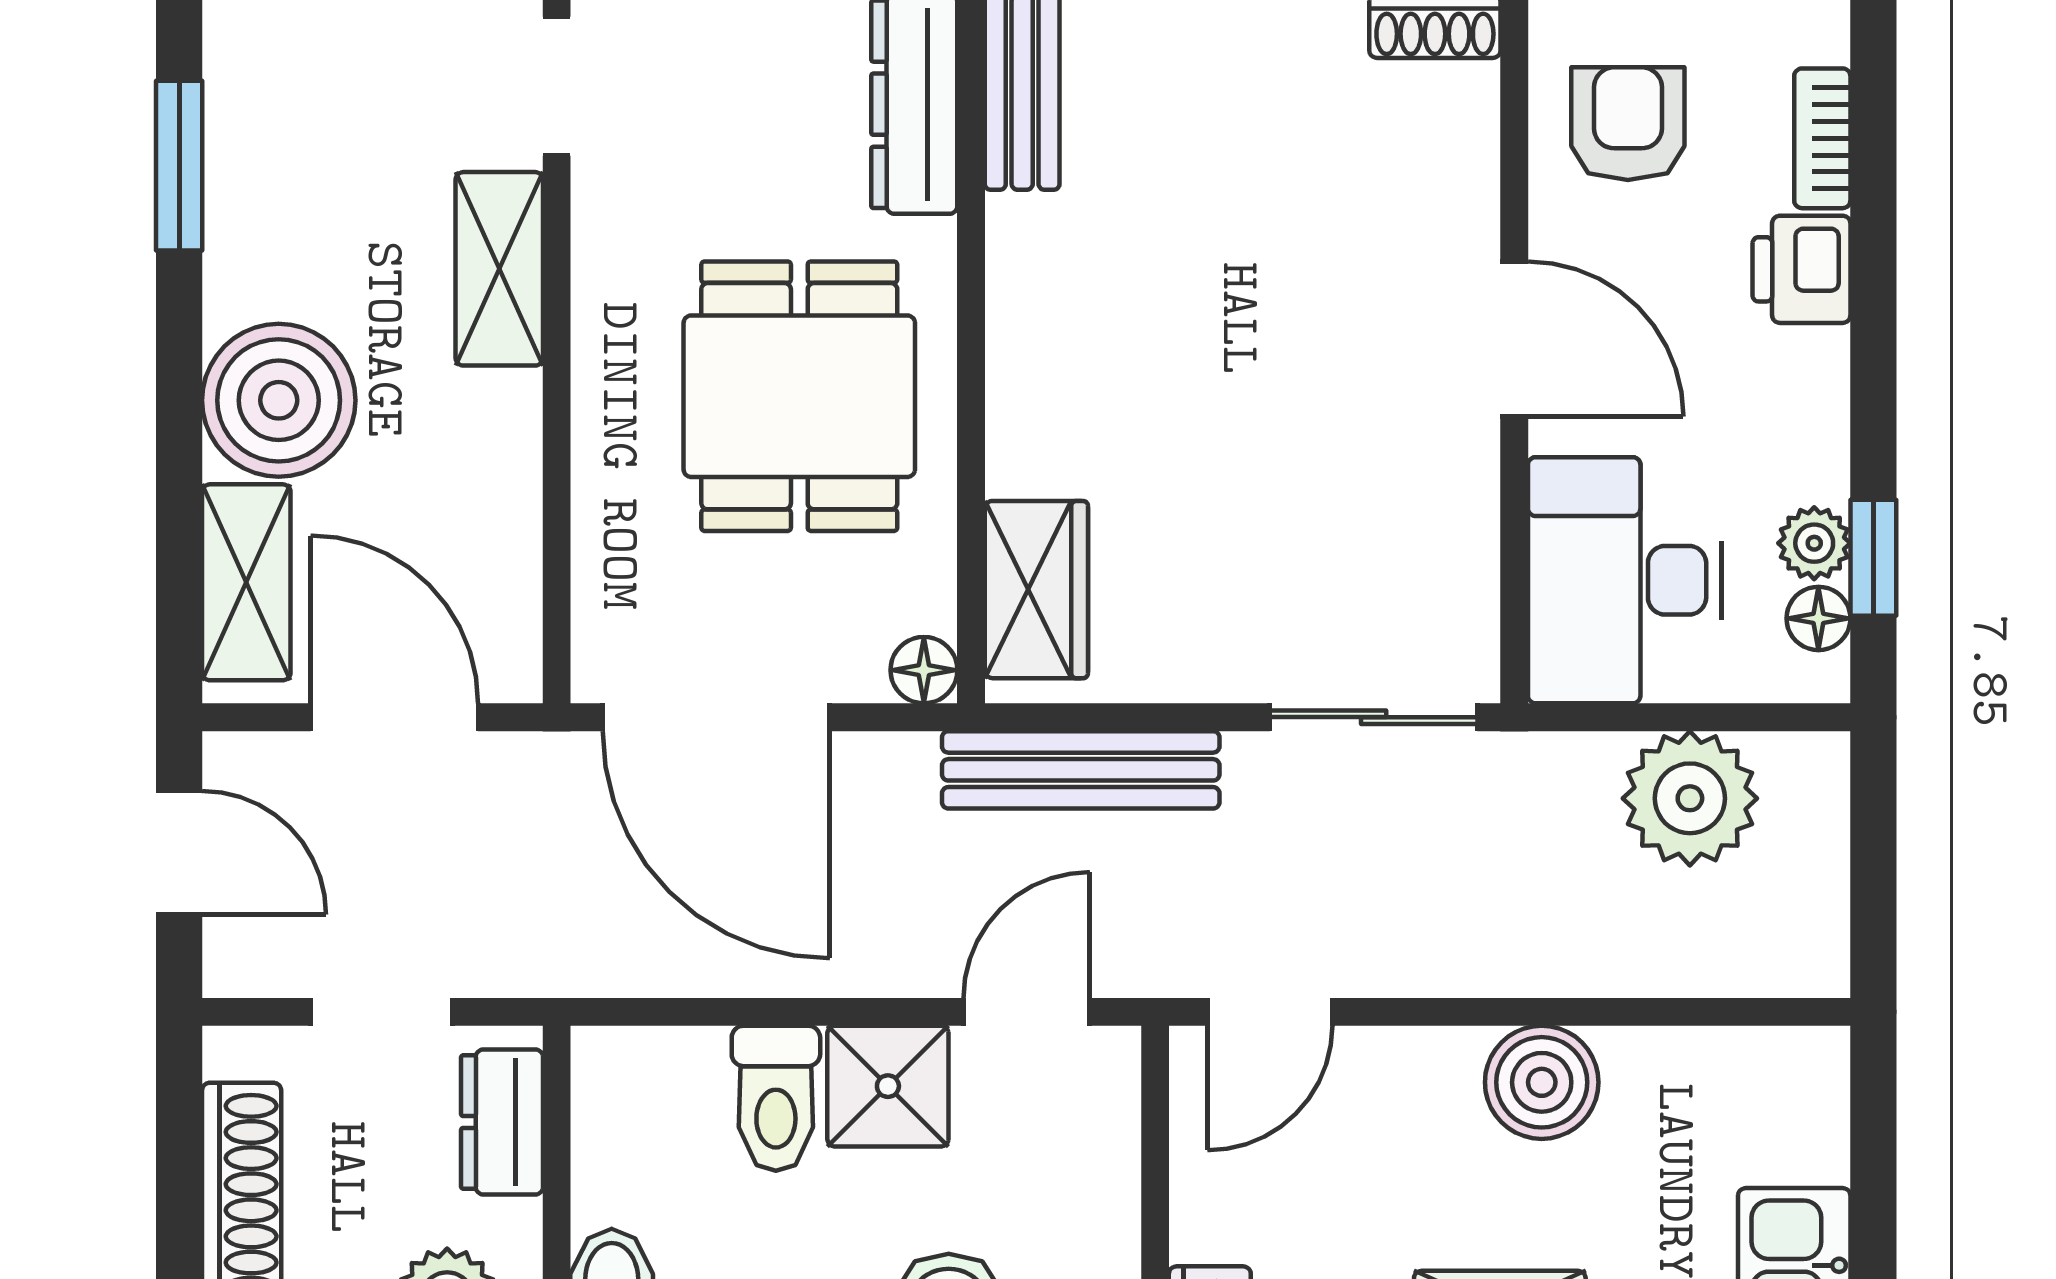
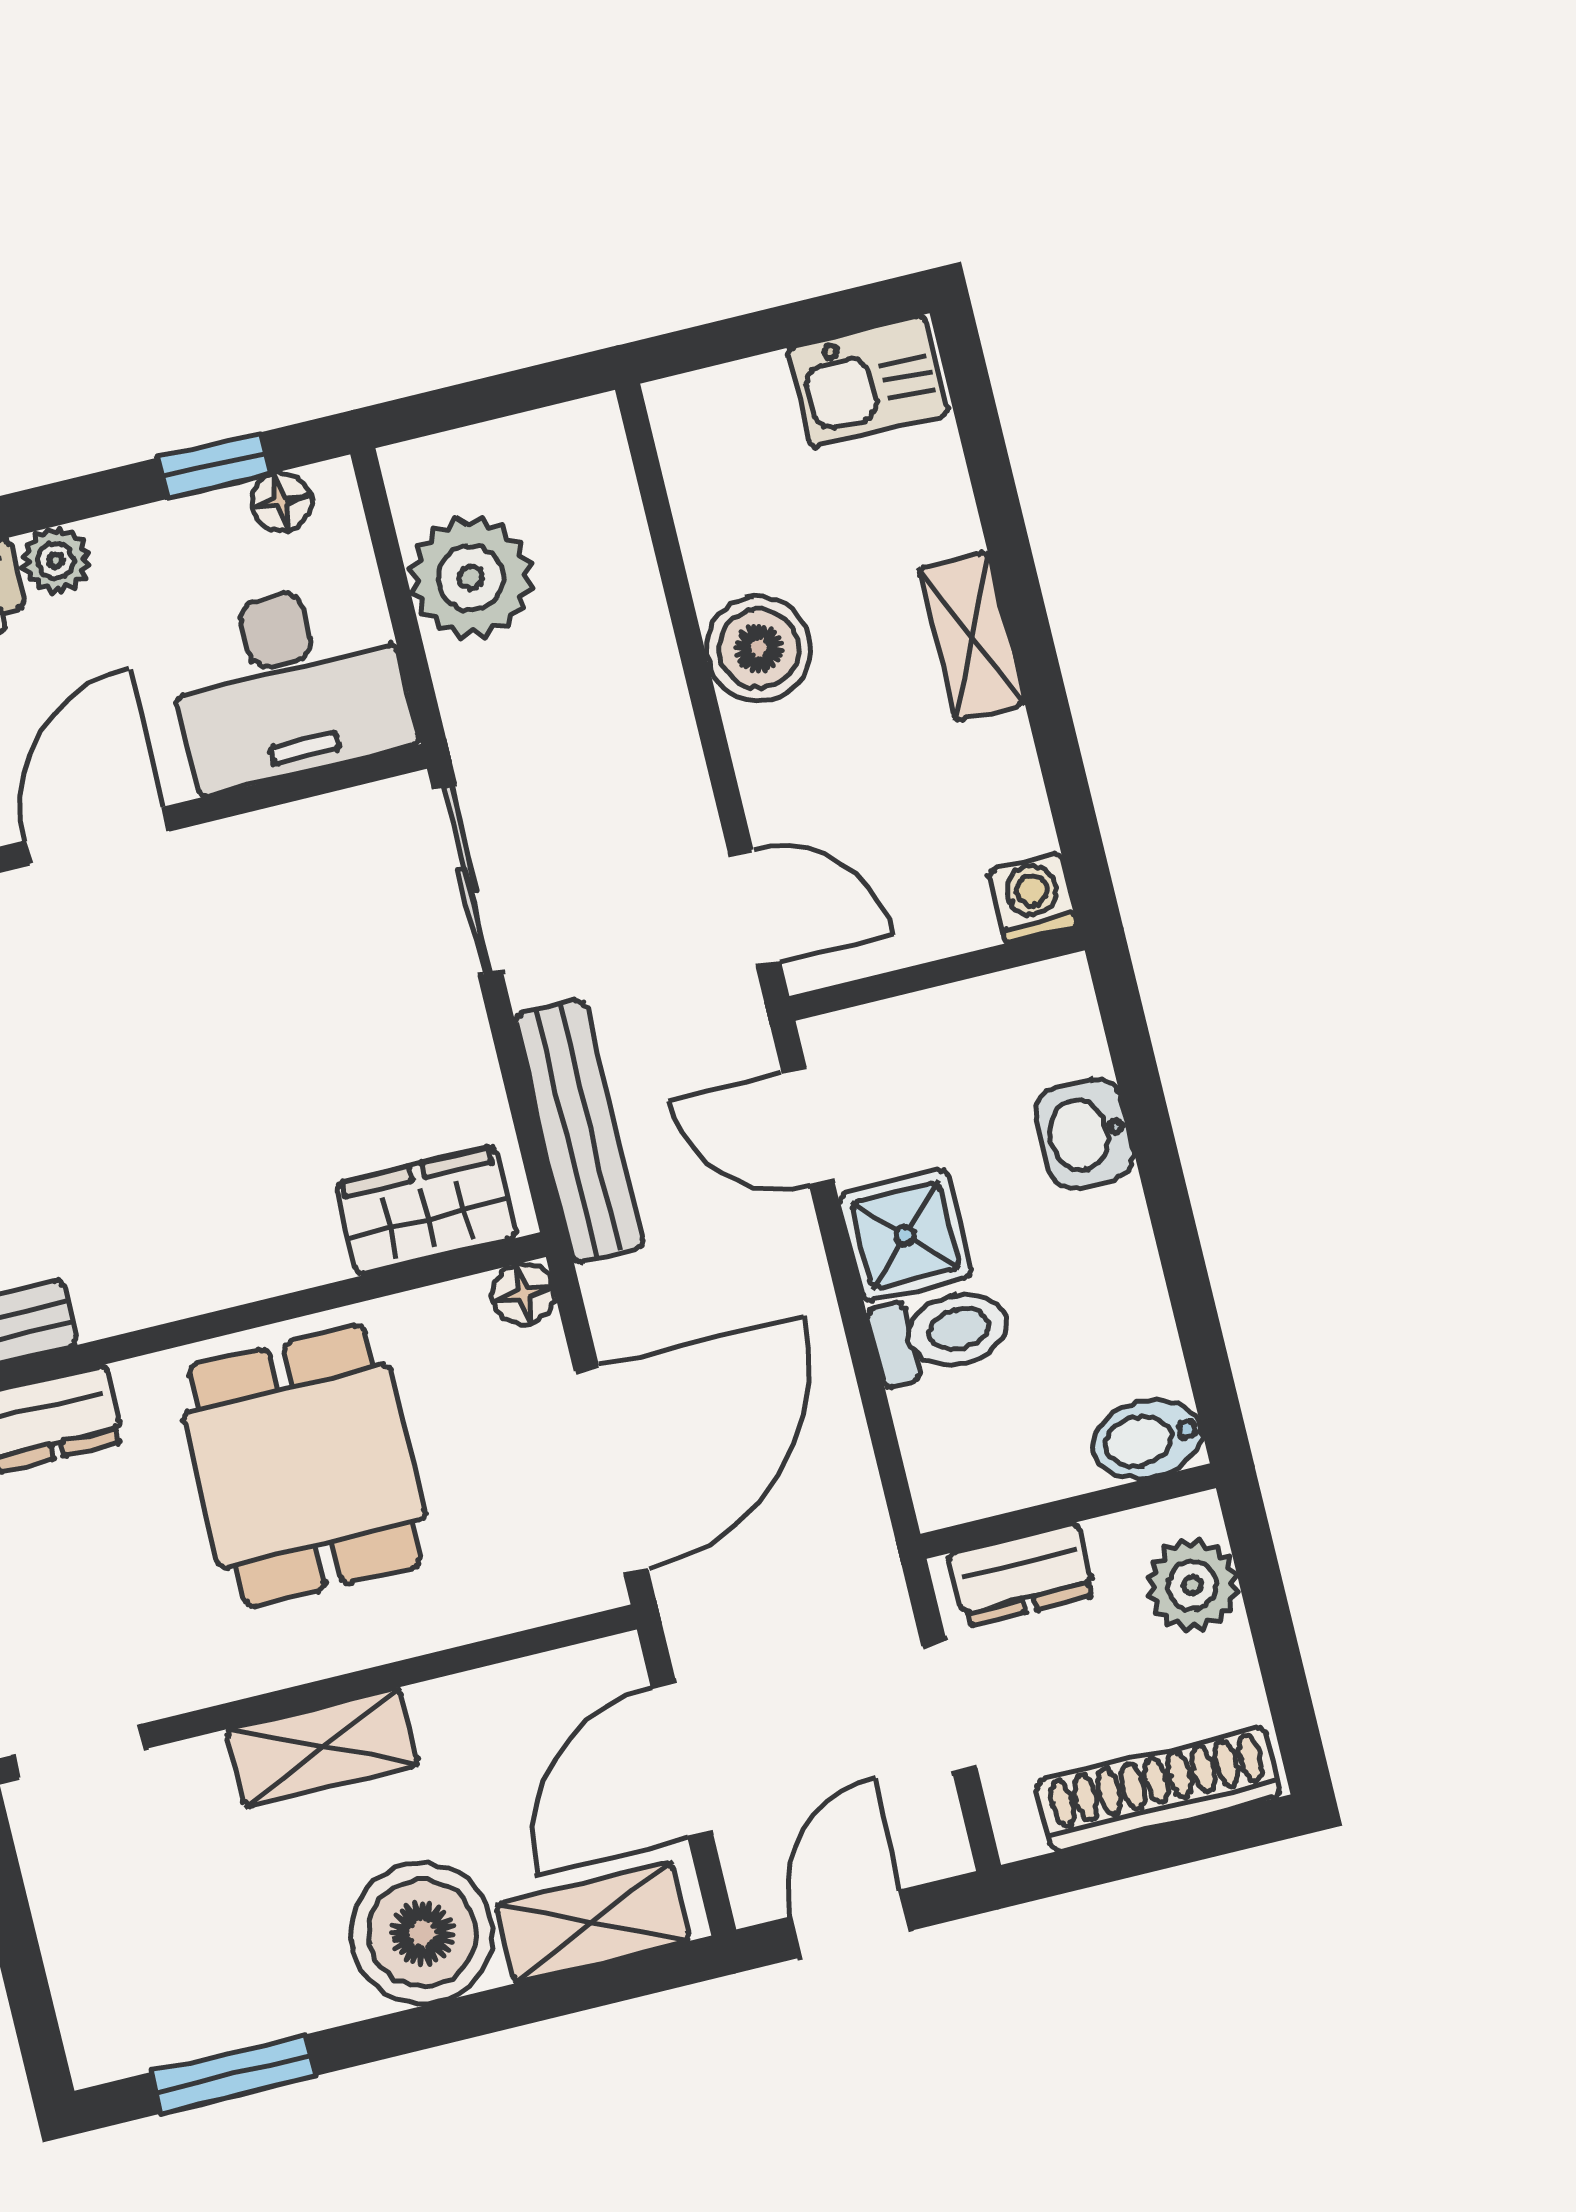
shelving: (499, 269) -> (322, 1747), moved
dining table: (799, 396) -> (305, 1466), turned 90
plant: (1814, 543) -> (55, 561), moved

